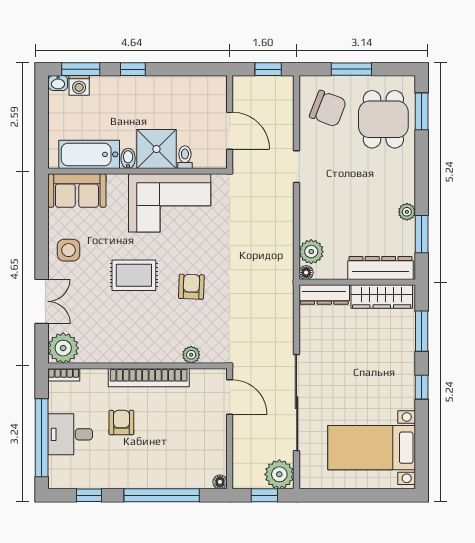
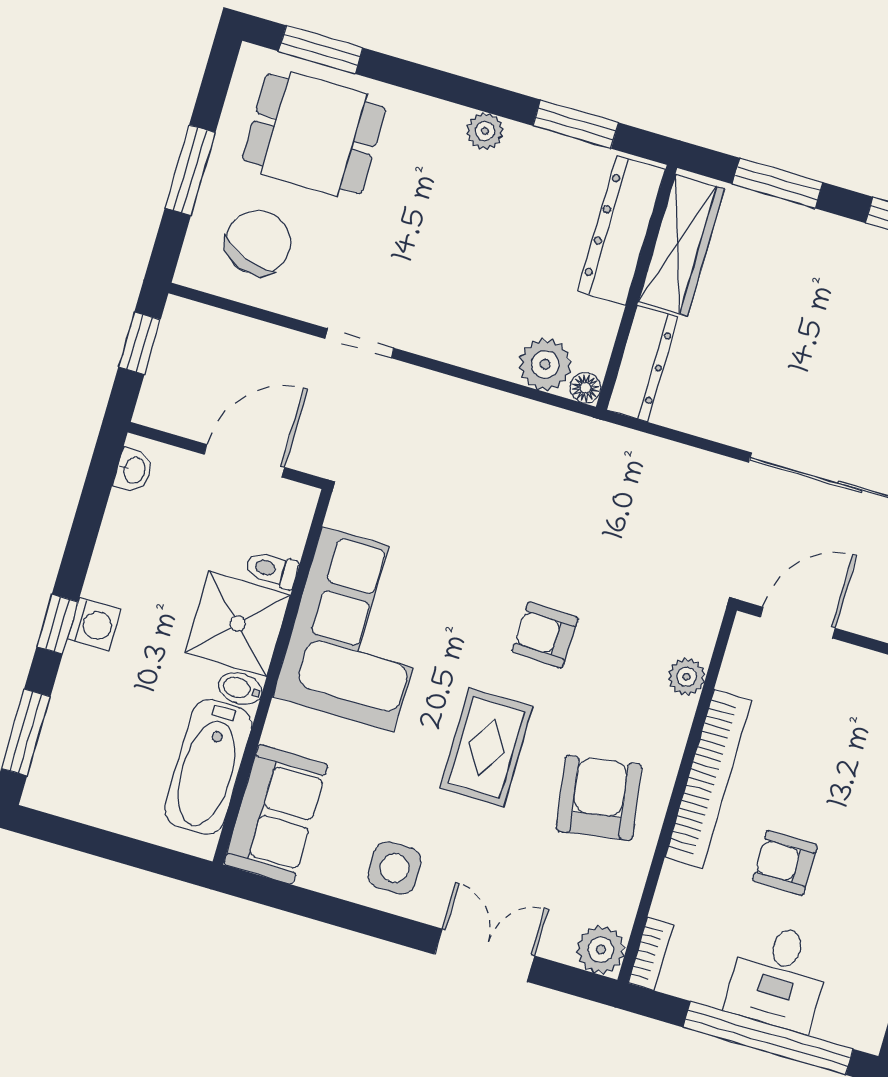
washbasin: (58, 83) -> (134, 470), moved
washing machine: (79, 85) -> (94, 624), moved
plant: (407, 212) -> (485, 131), moved
armchair: (126, 332) -> (599, 798), added
plant: (63, 348) -> (601, 950), width x0.73, depth x0.73

